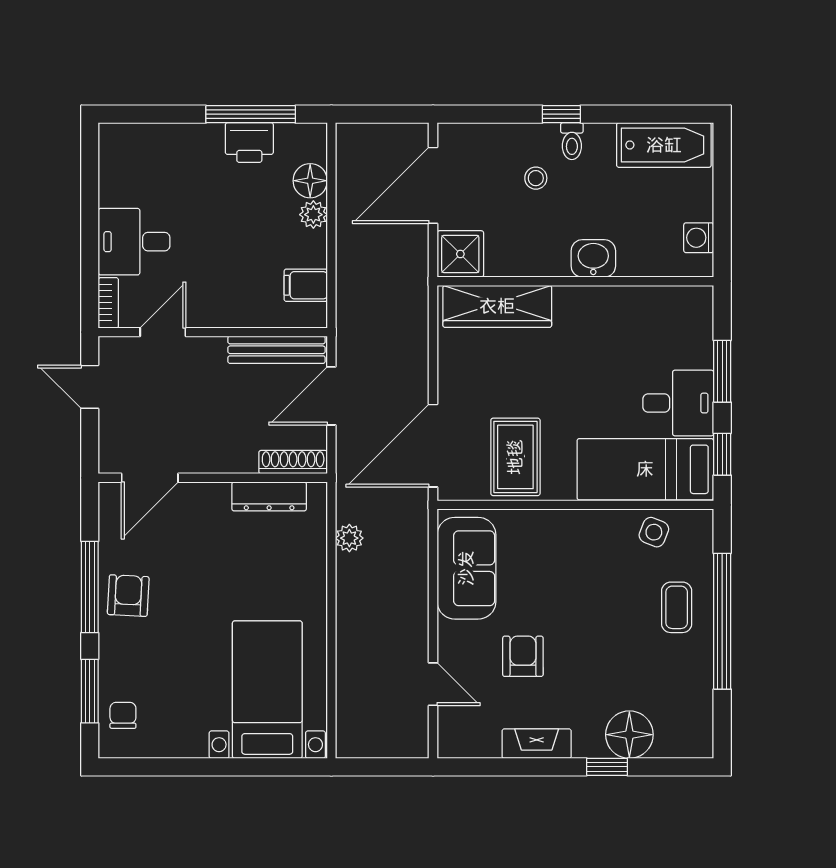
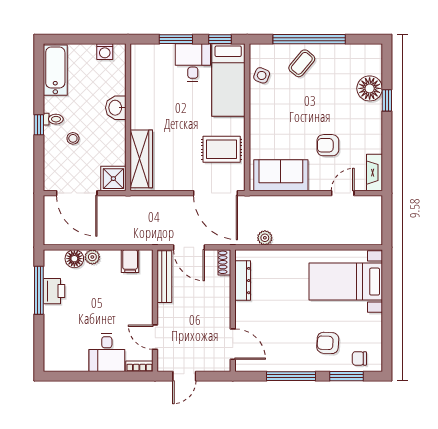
shoe rack: (293, 462) -> (224, 262), width x0.70
armchair: (128, 596) -> (328, 343), moved
coffee table: (677, 607) -> (302, 63), turned -50
fireplace: (537, 744) -> (374, 173), moved

